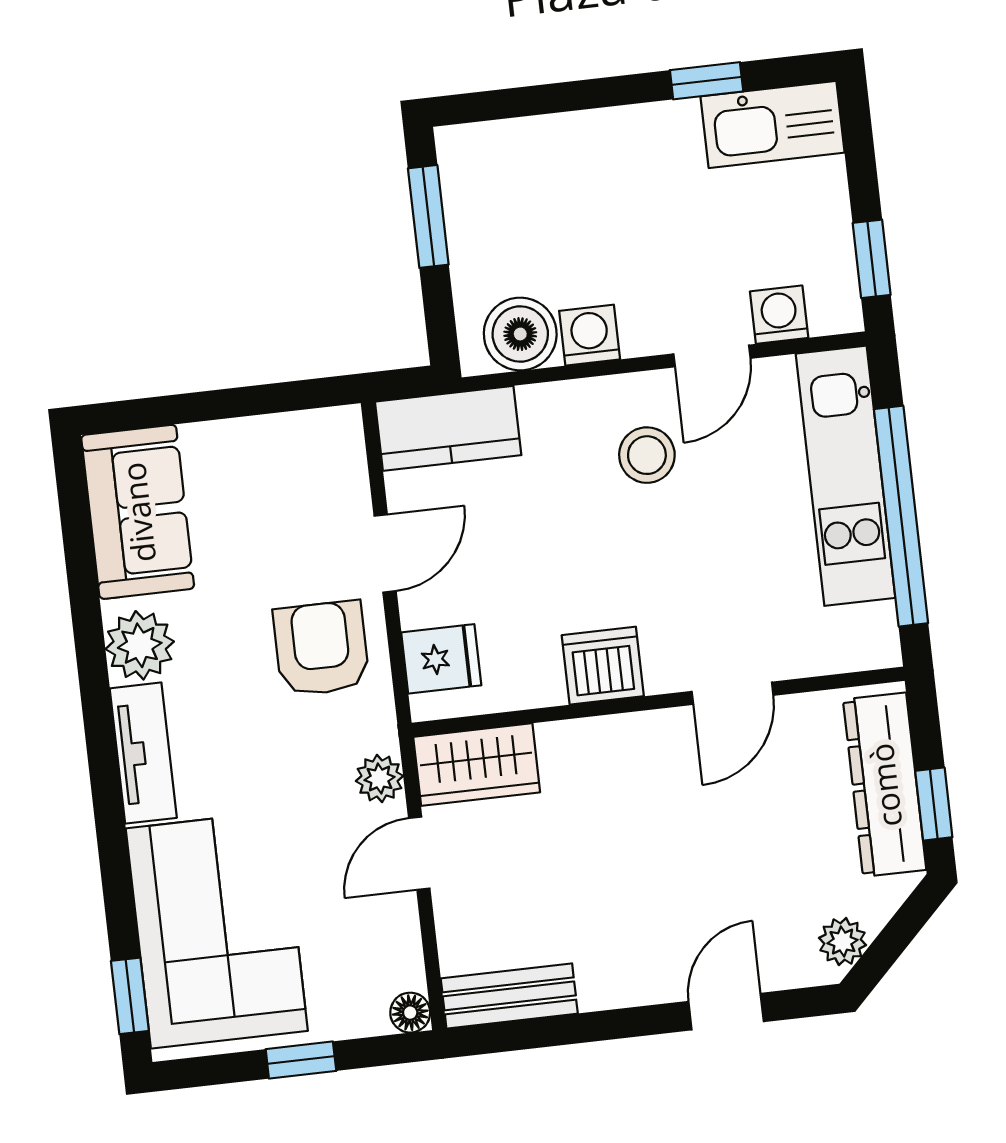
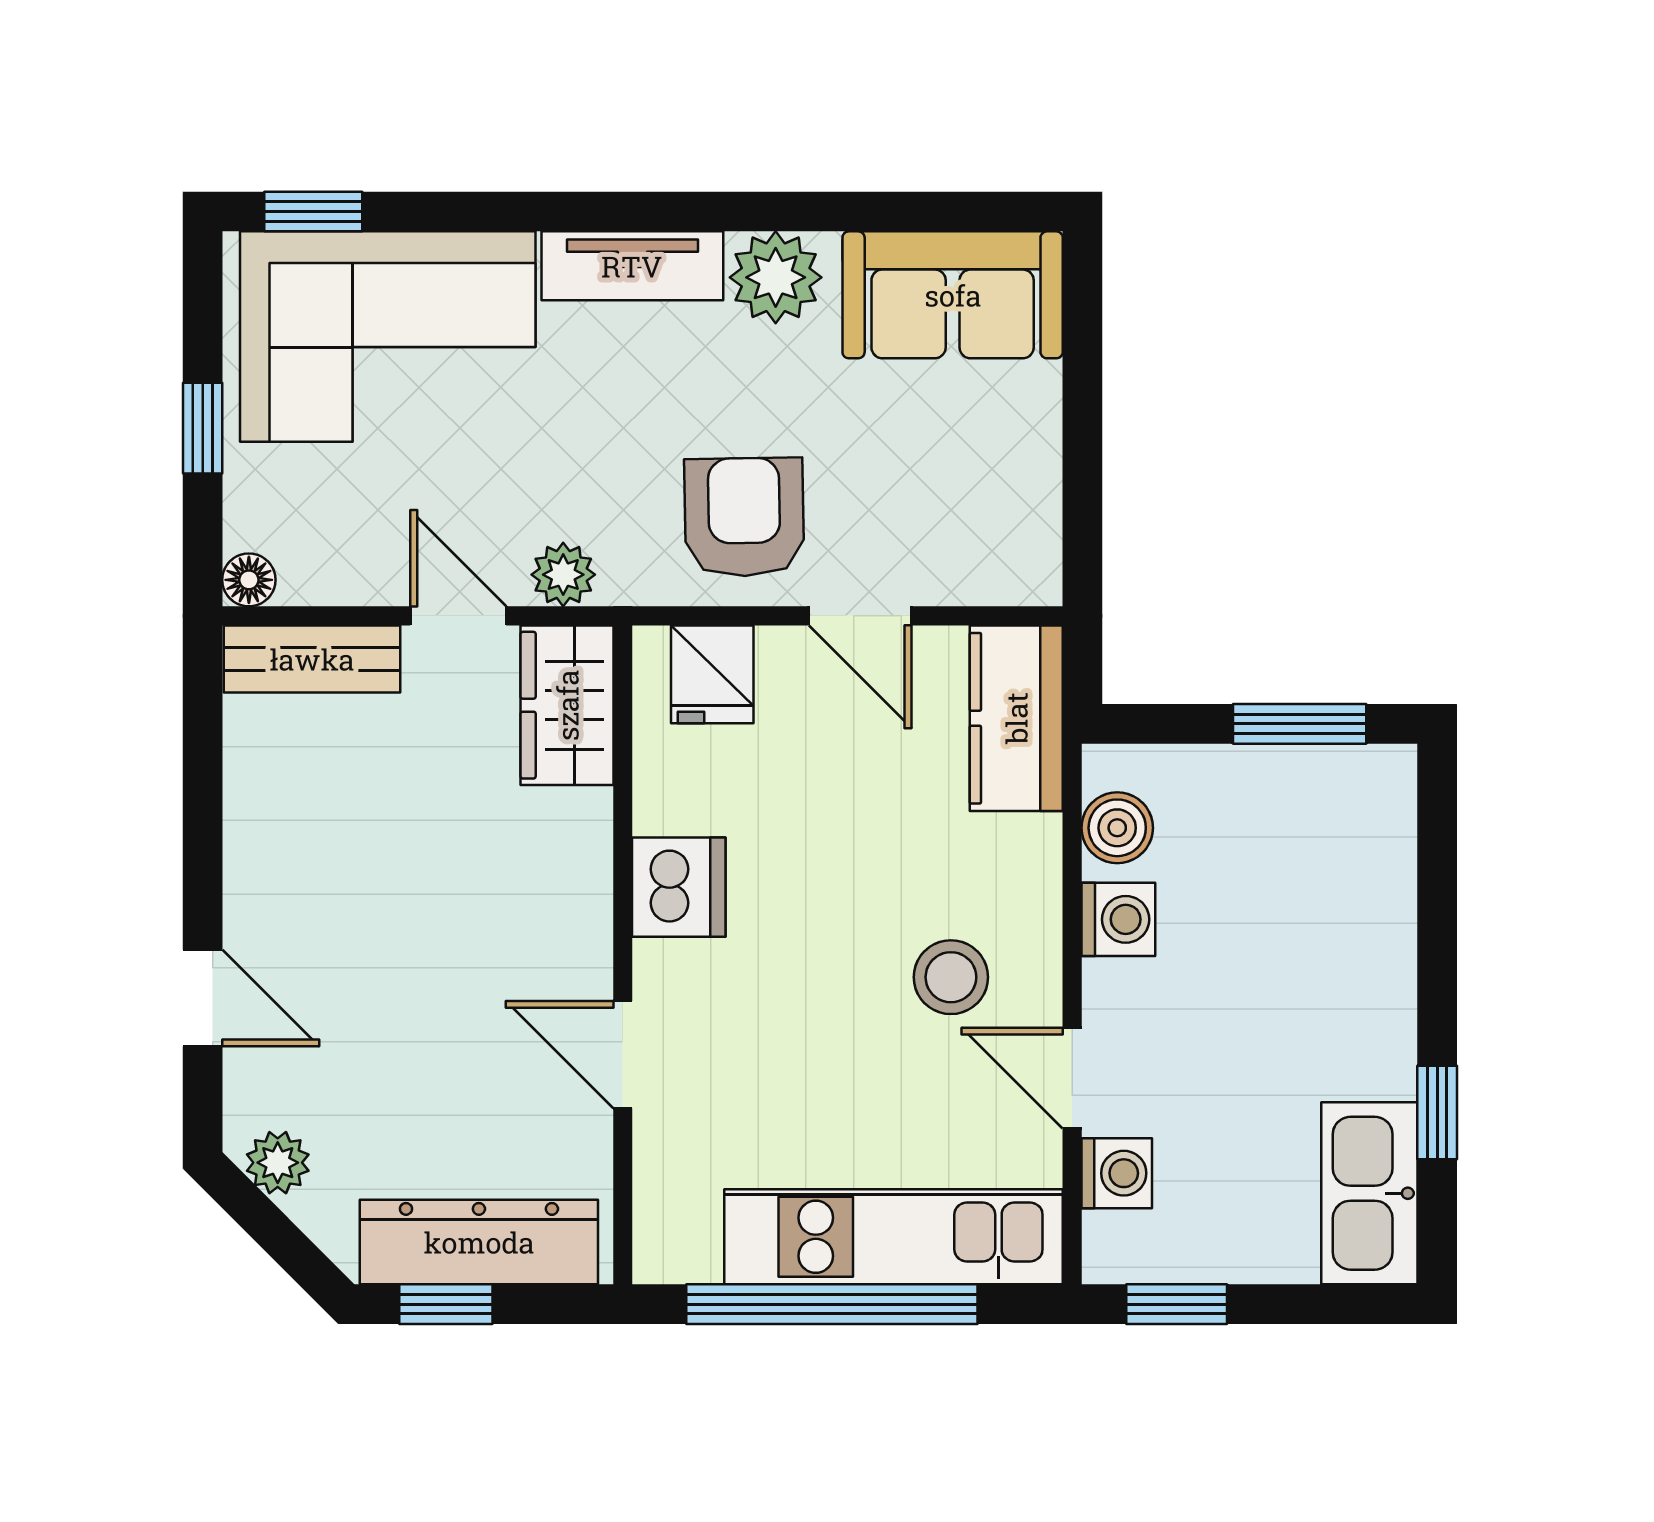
boiler: (520, 334) -> (1117, 828), width x0.73, depth x0.73
armchair: (321, 648) -> (744, 517), turned -91
bench: (509, 996) -> (312, 659), moved, turned 90

